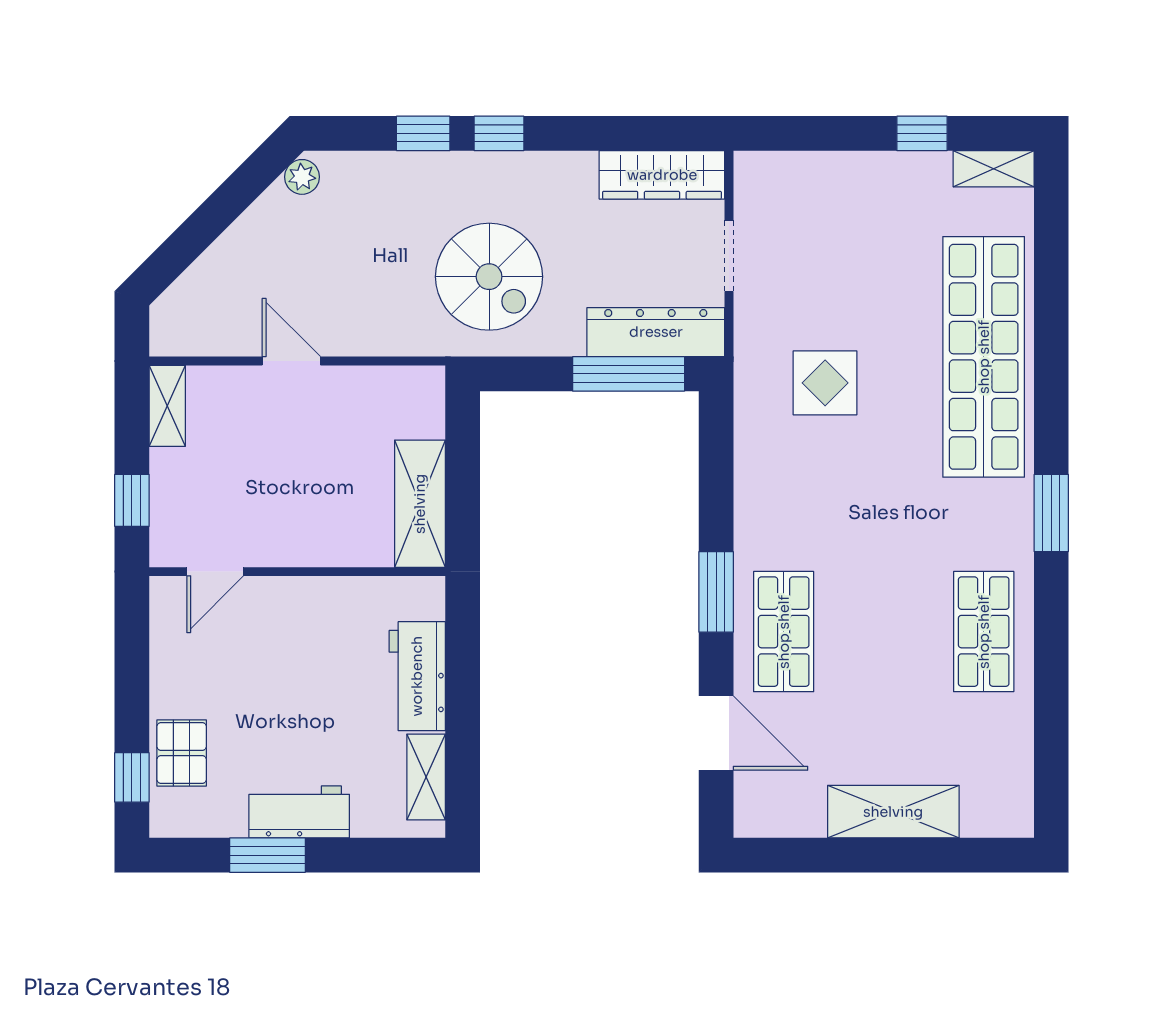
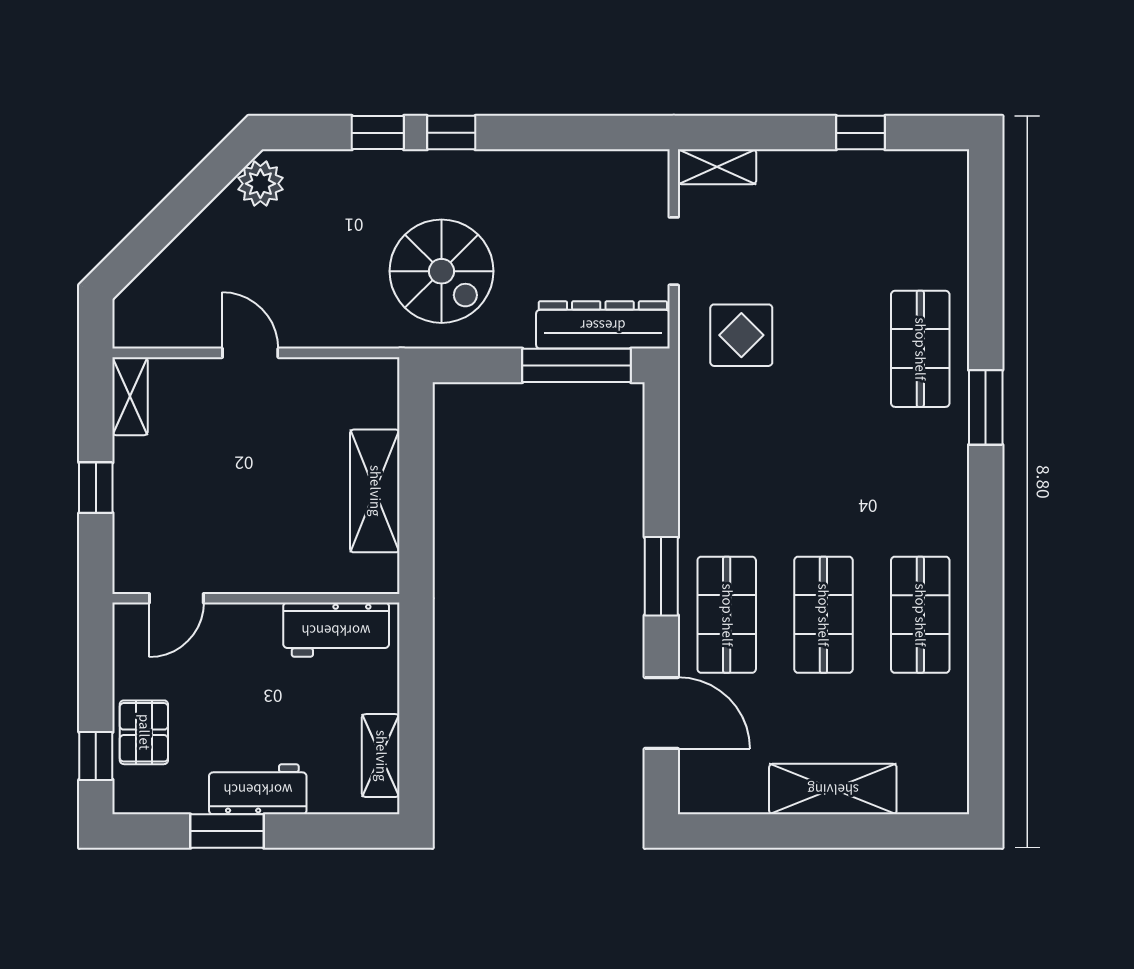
shelving: (994, 169) -> (717, 167), moved
wardrobe: (662, 175) -> (609, 173), removed
plant: (302, 177) -> (260, 184), width x1.38, depth x1.38
shop shelf: (984, 357) -> (920, 349), width x0.50, depth x0.74
display table: (825, 383) -> (741, 335), moved
window: (1051, 513) -> (986, 407), moved
door: (215, 572) -> (176, 598), moved
wall: (297, 572) -> (256, 598), moved
shop shelf: (884, 632) -> (823, 615), added
workbench: (417, 676) -> (336, 630), moved, turned -90

